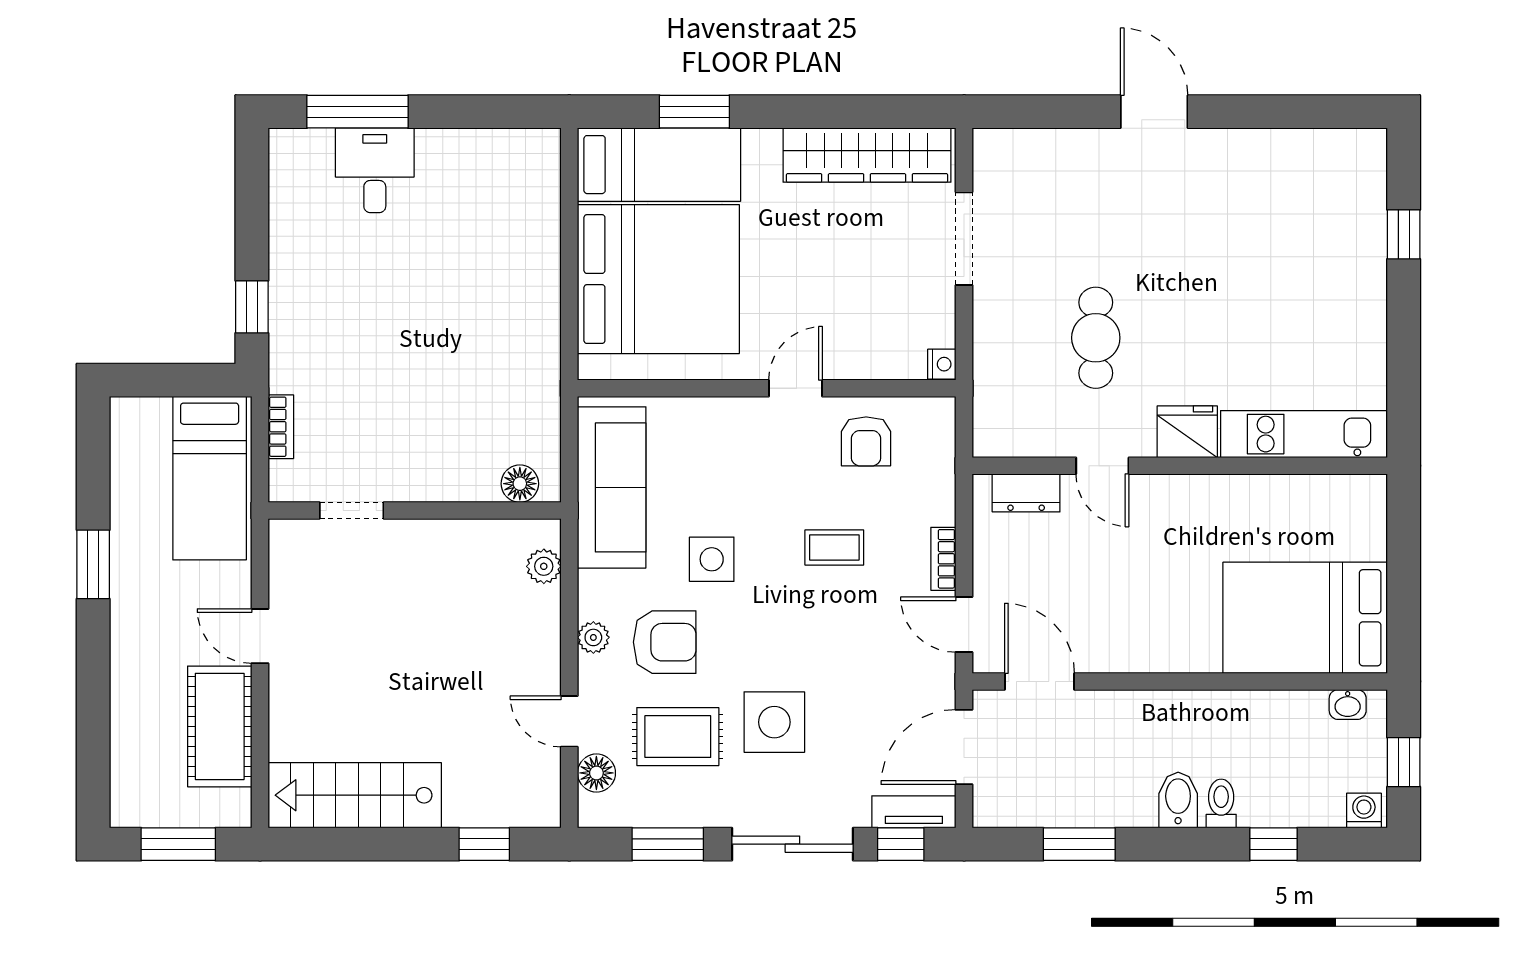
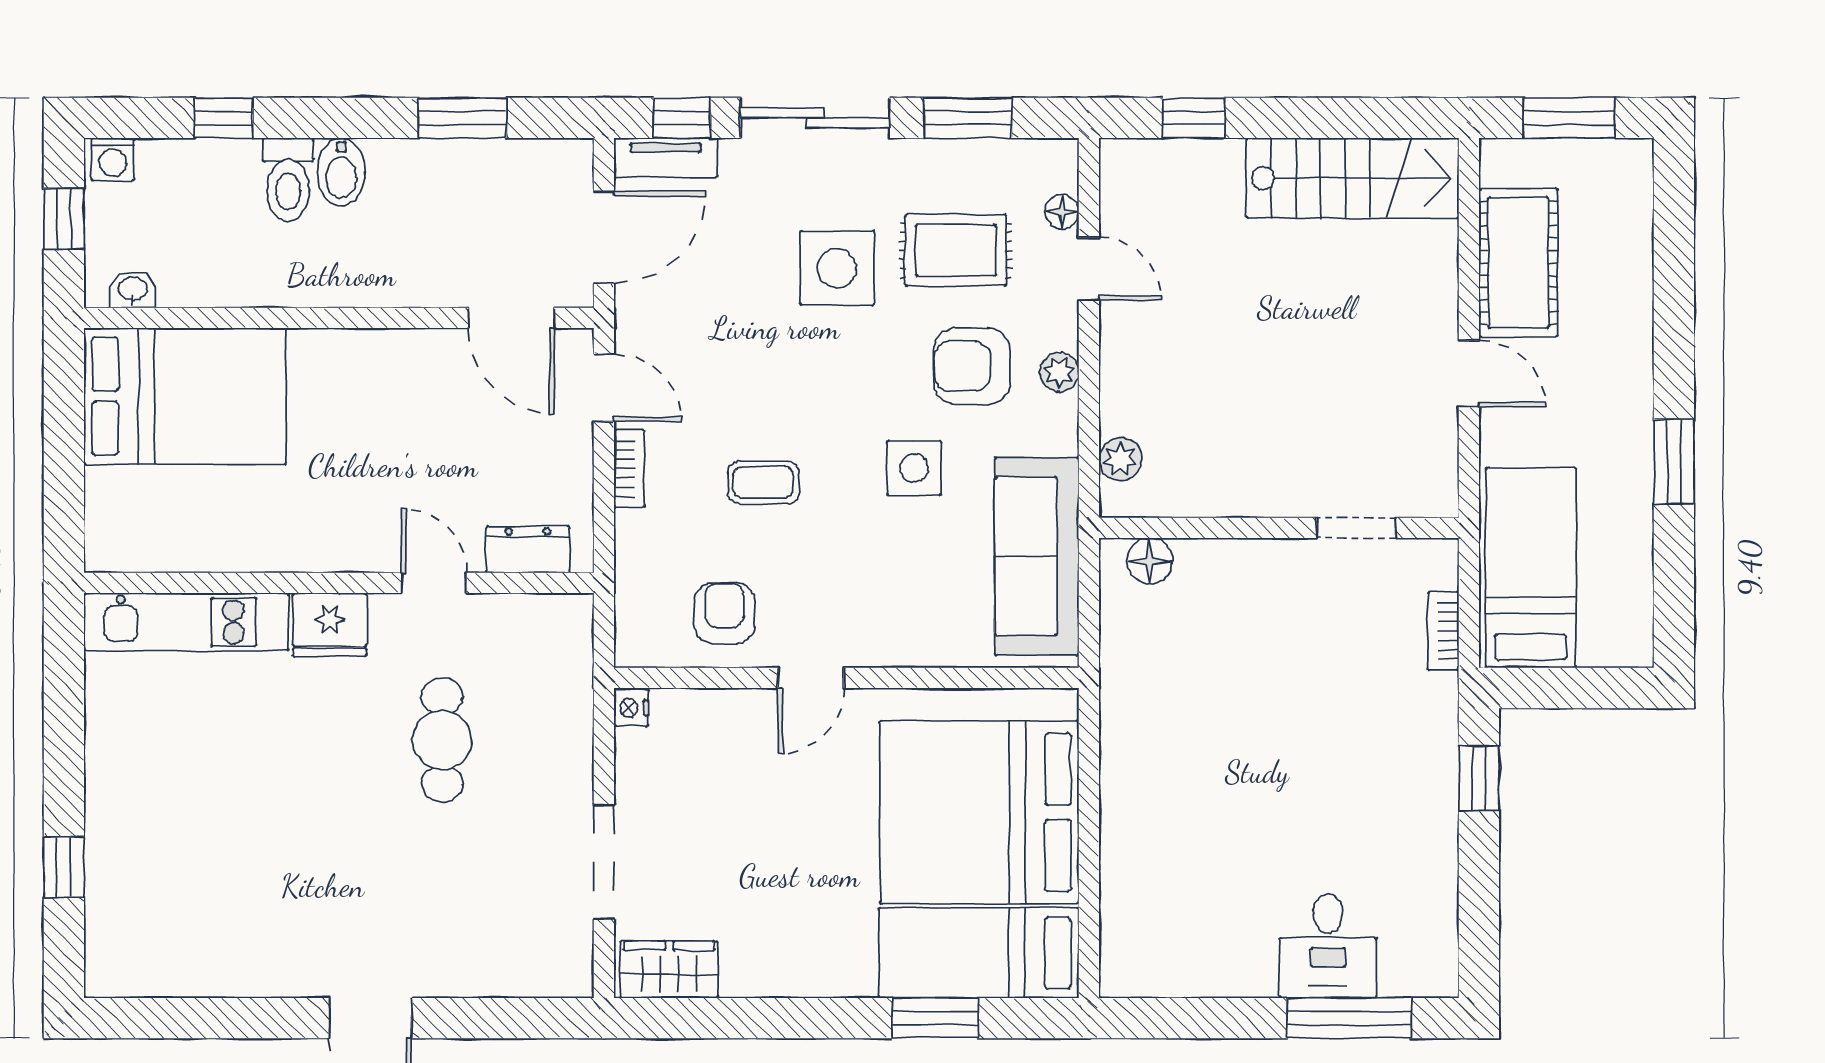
wardrobe: (867, 155) -> (669, 970), width x0.48, depth x0.85
floor lamp: (596, 773) -> (1062, 212), width x0.73, depth x0.73
toilet: (1221, 804) -> (288, 180), width x1.37, depth x1.39

